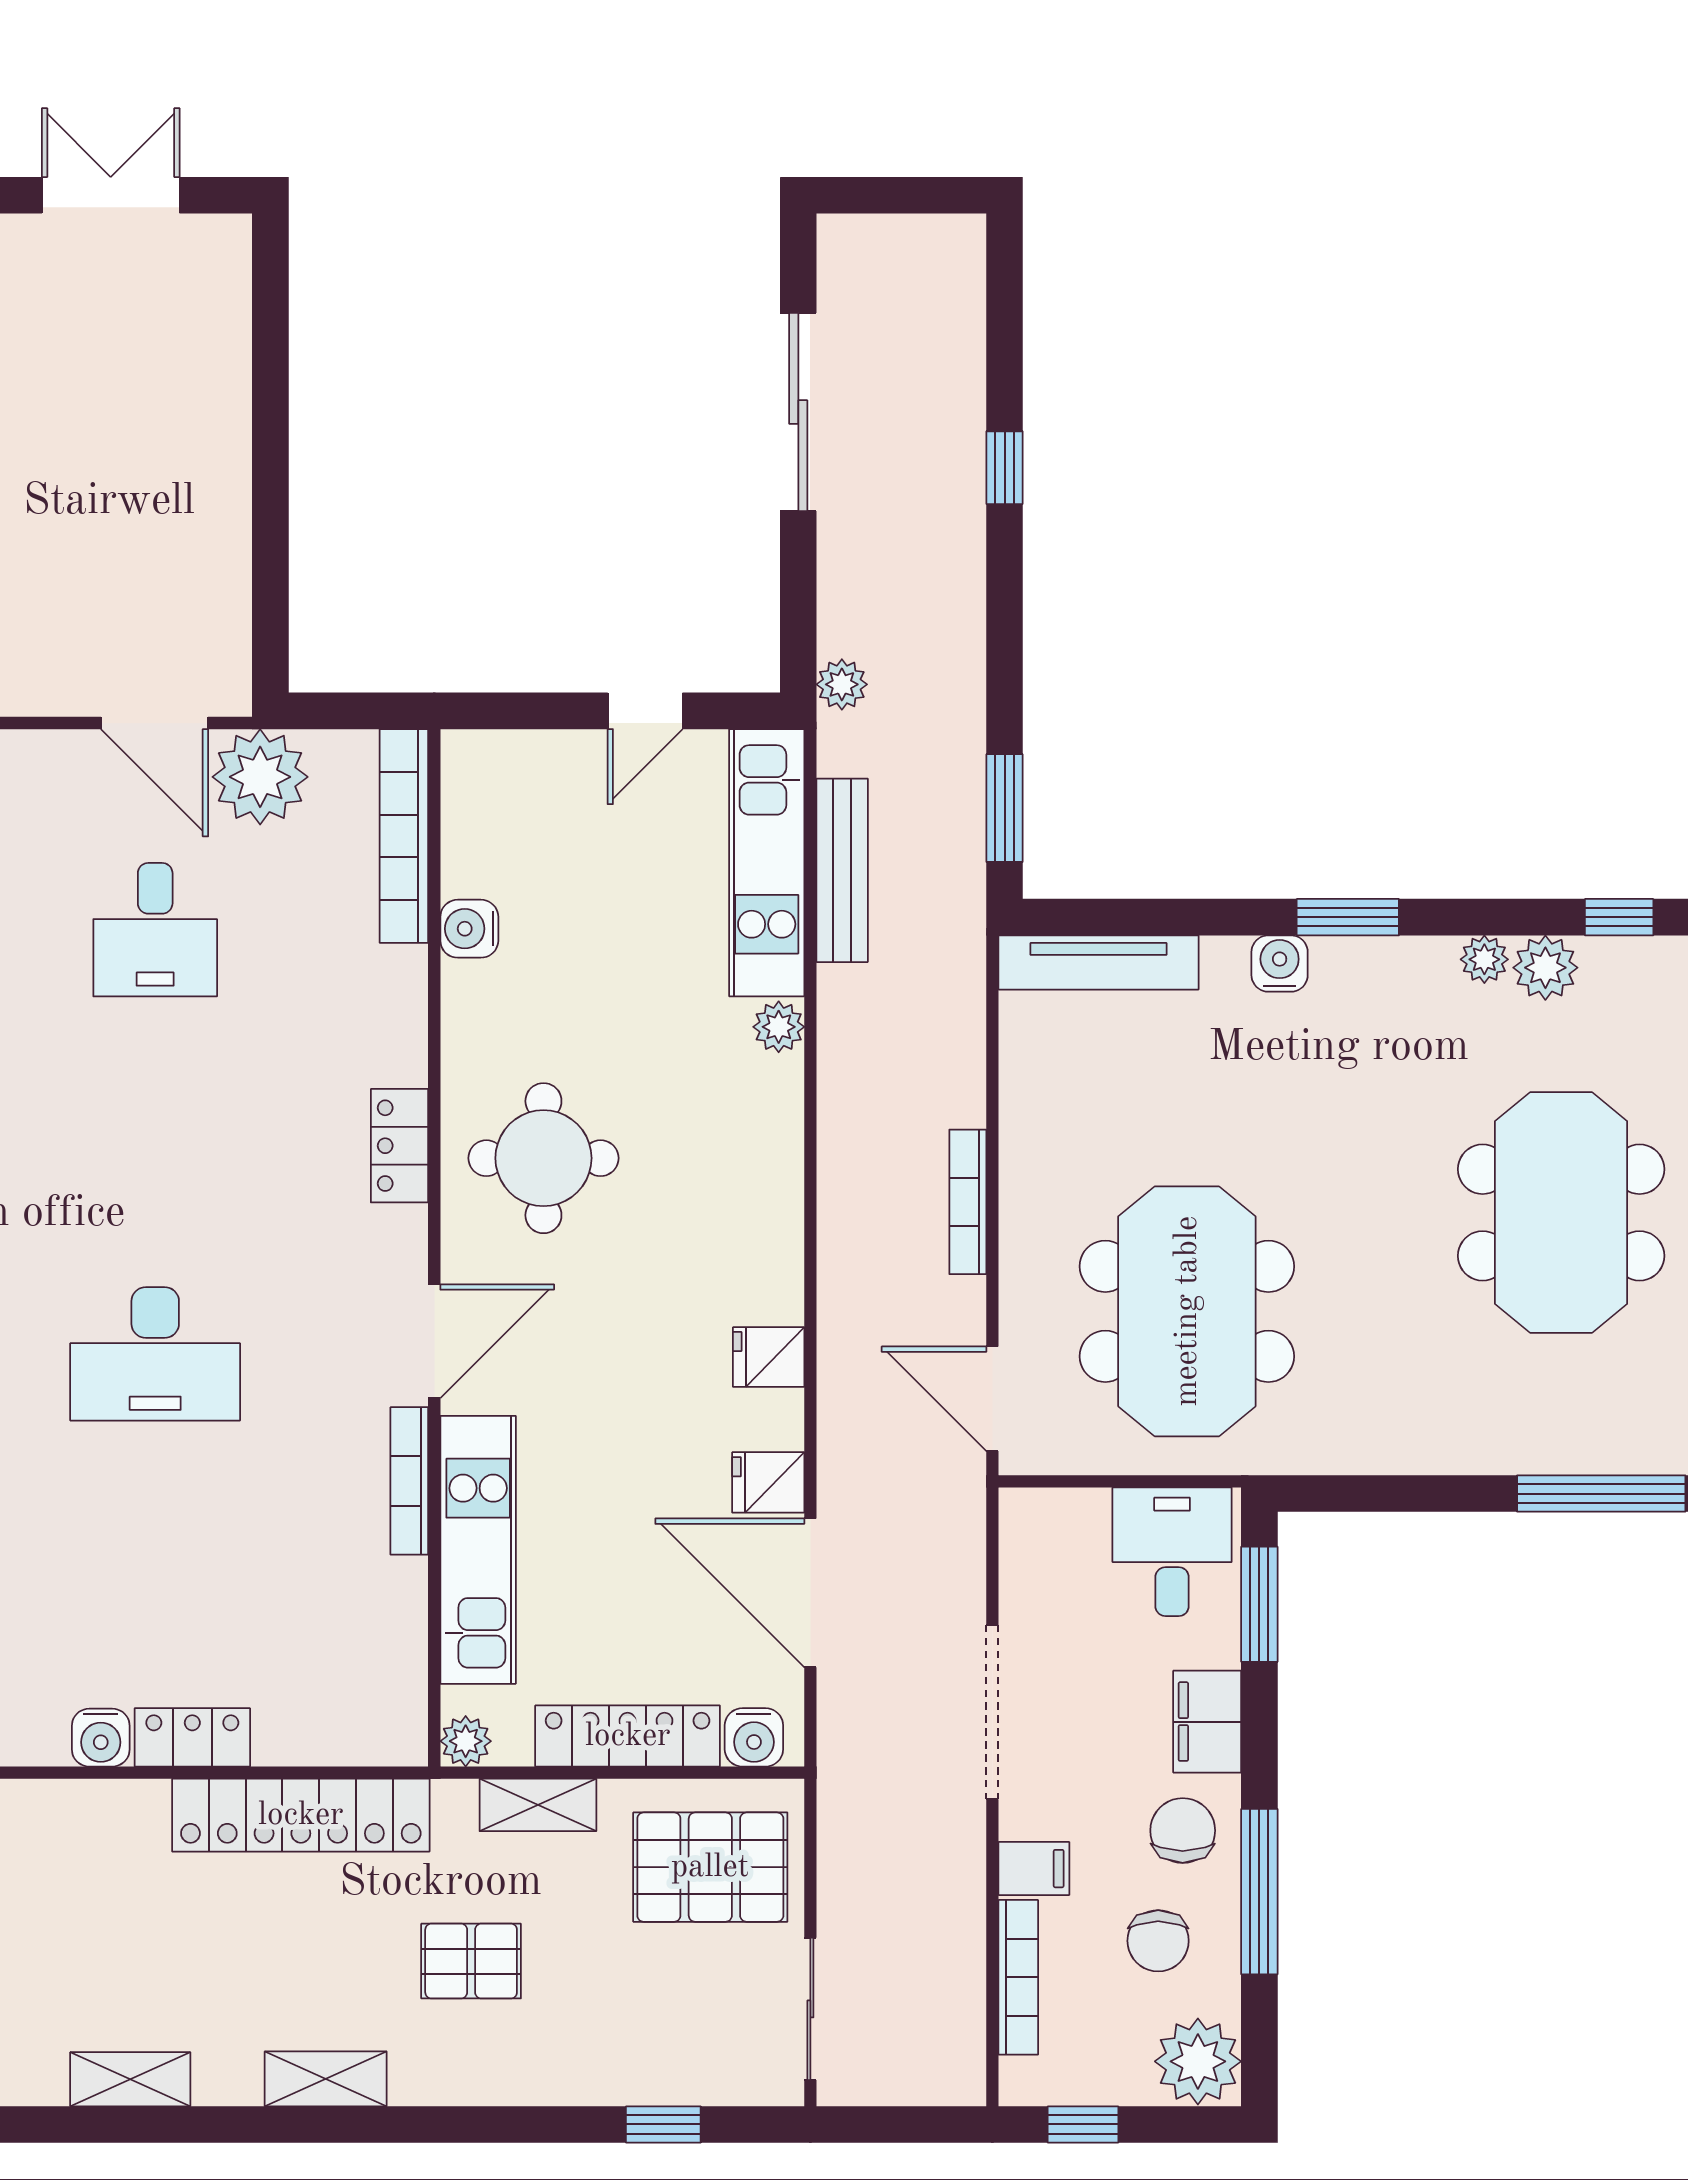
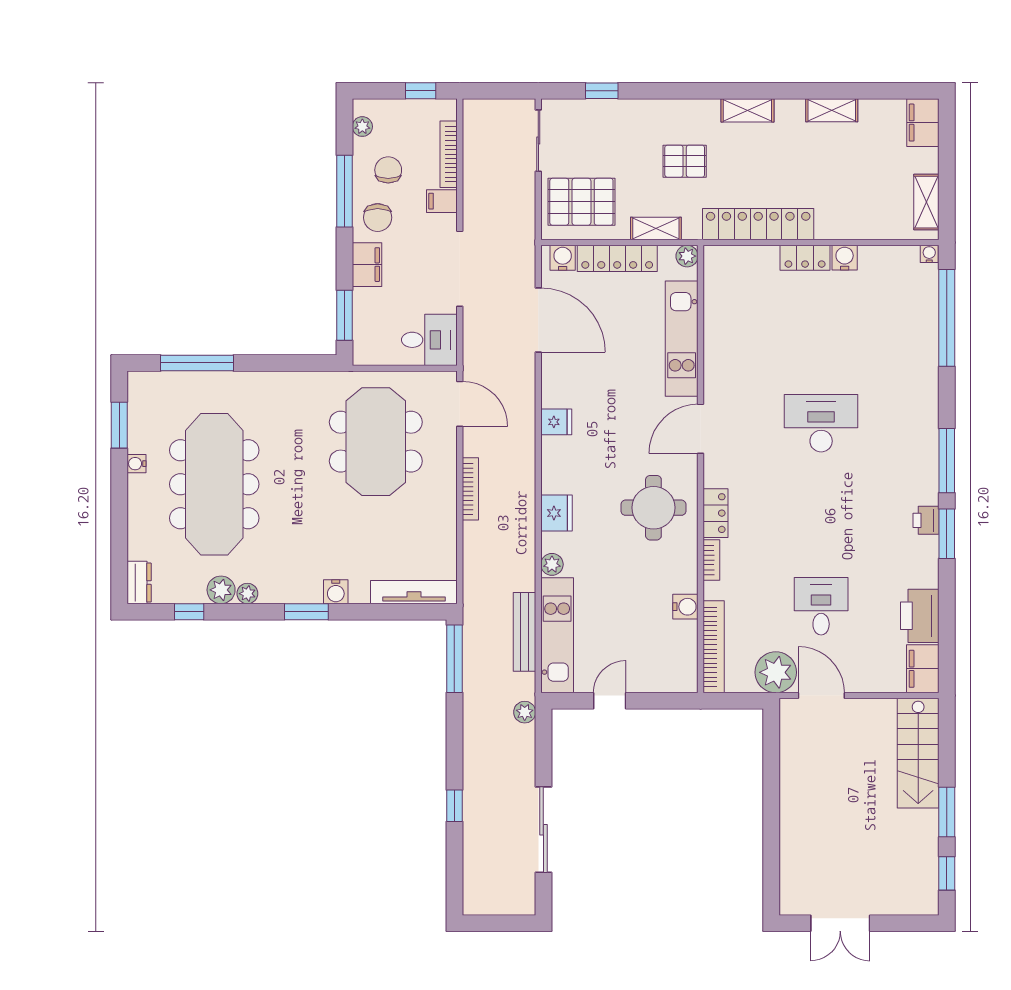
window: (1005, 808) -> (454, 659), width x1.44
meeting table: (1561, 1213) -> (214, 484), width x1.36
bookcase: (409, 1481) -> (711, 560), moved, width x0.64
fridge: (768, 1482) -> (556, 513), moved, width x1.38
desk: (1172, 1552) -> (429, 340), moved, turned -90
plant: (1198, 2061) -> (362, 127), width x0.53, depth x0.53

